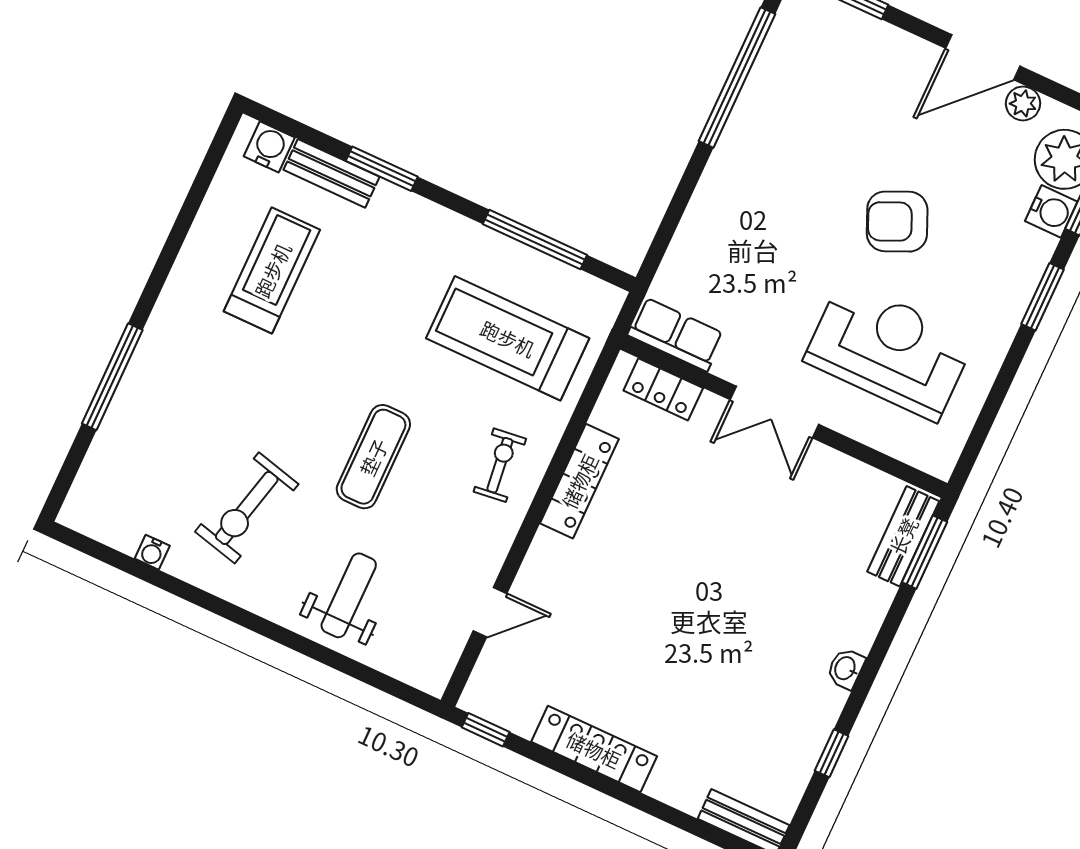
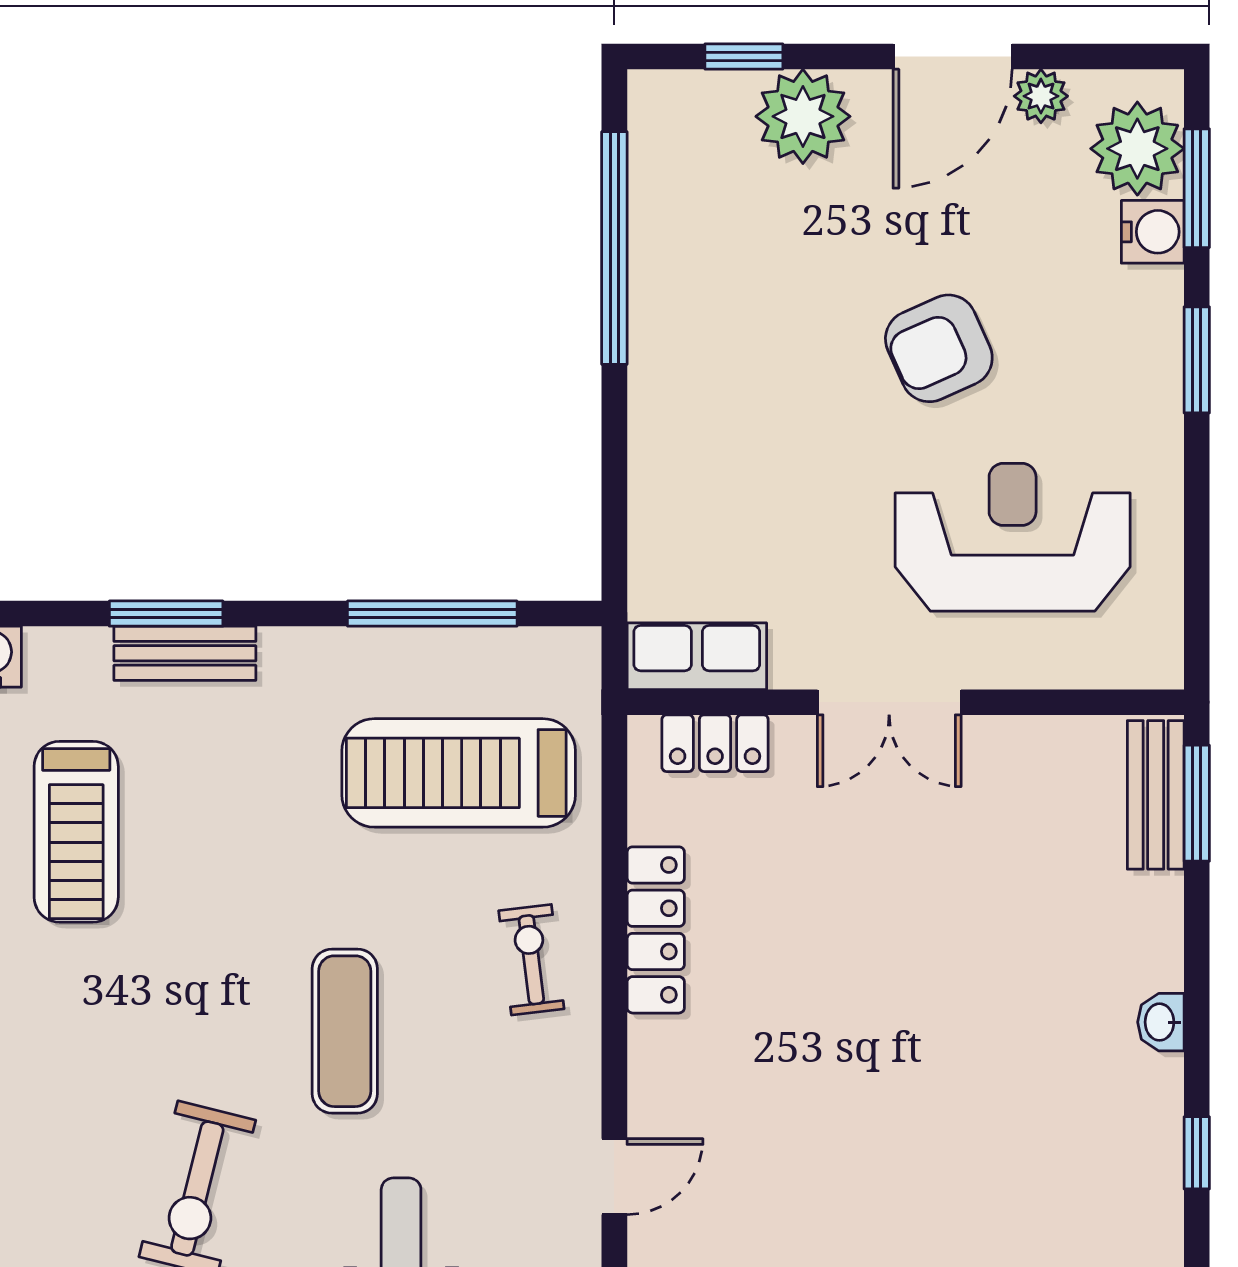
plant: (881, 52) -> (803, 116), added
bench: (331, 173) -> (185, 653), moved
treadmill: (272, 270) -> (76, 832), turned 180

